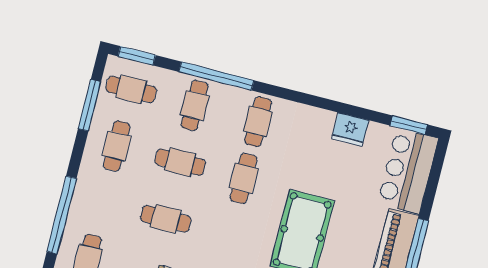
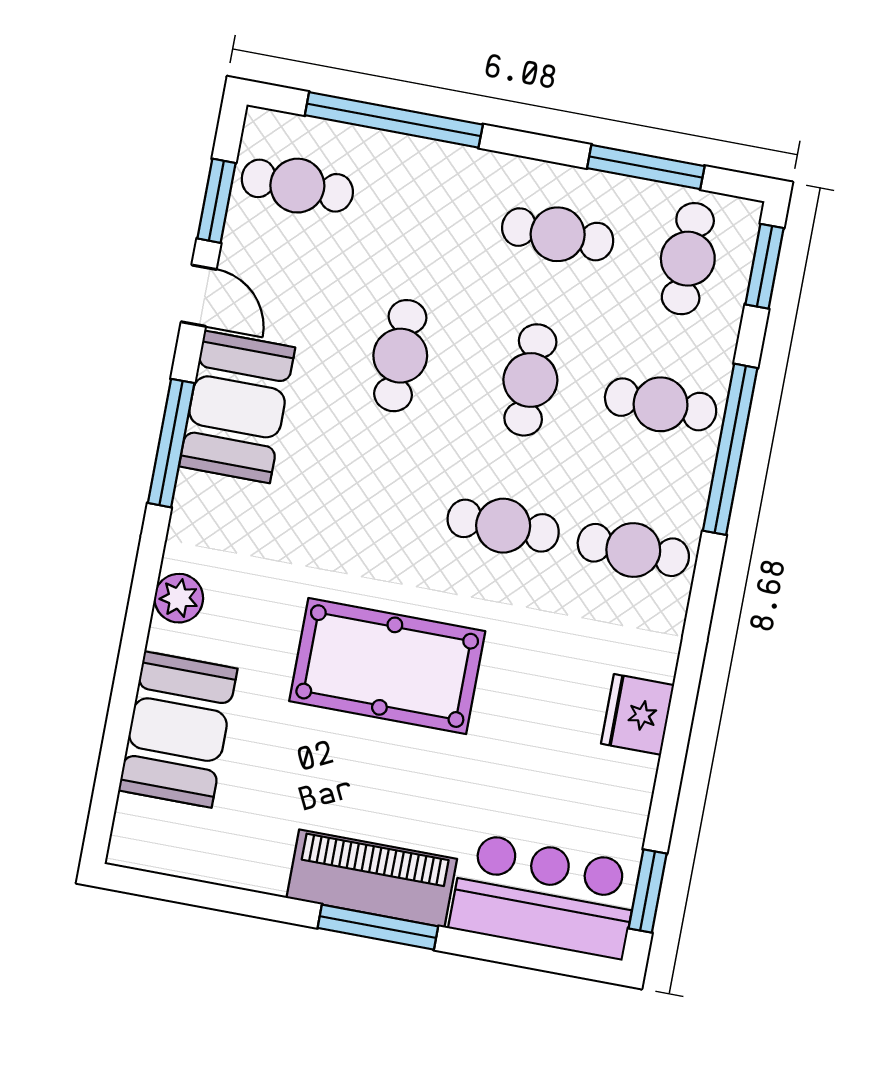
fridge: (350, 129) -> (638, 714), moved

